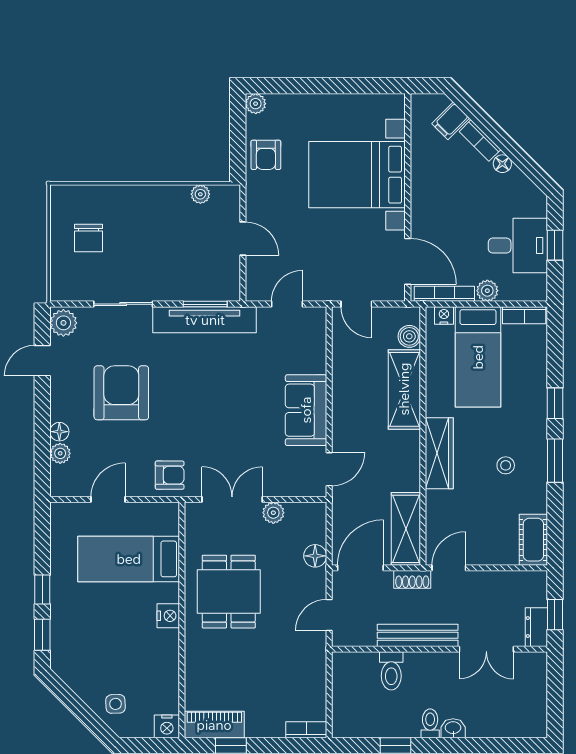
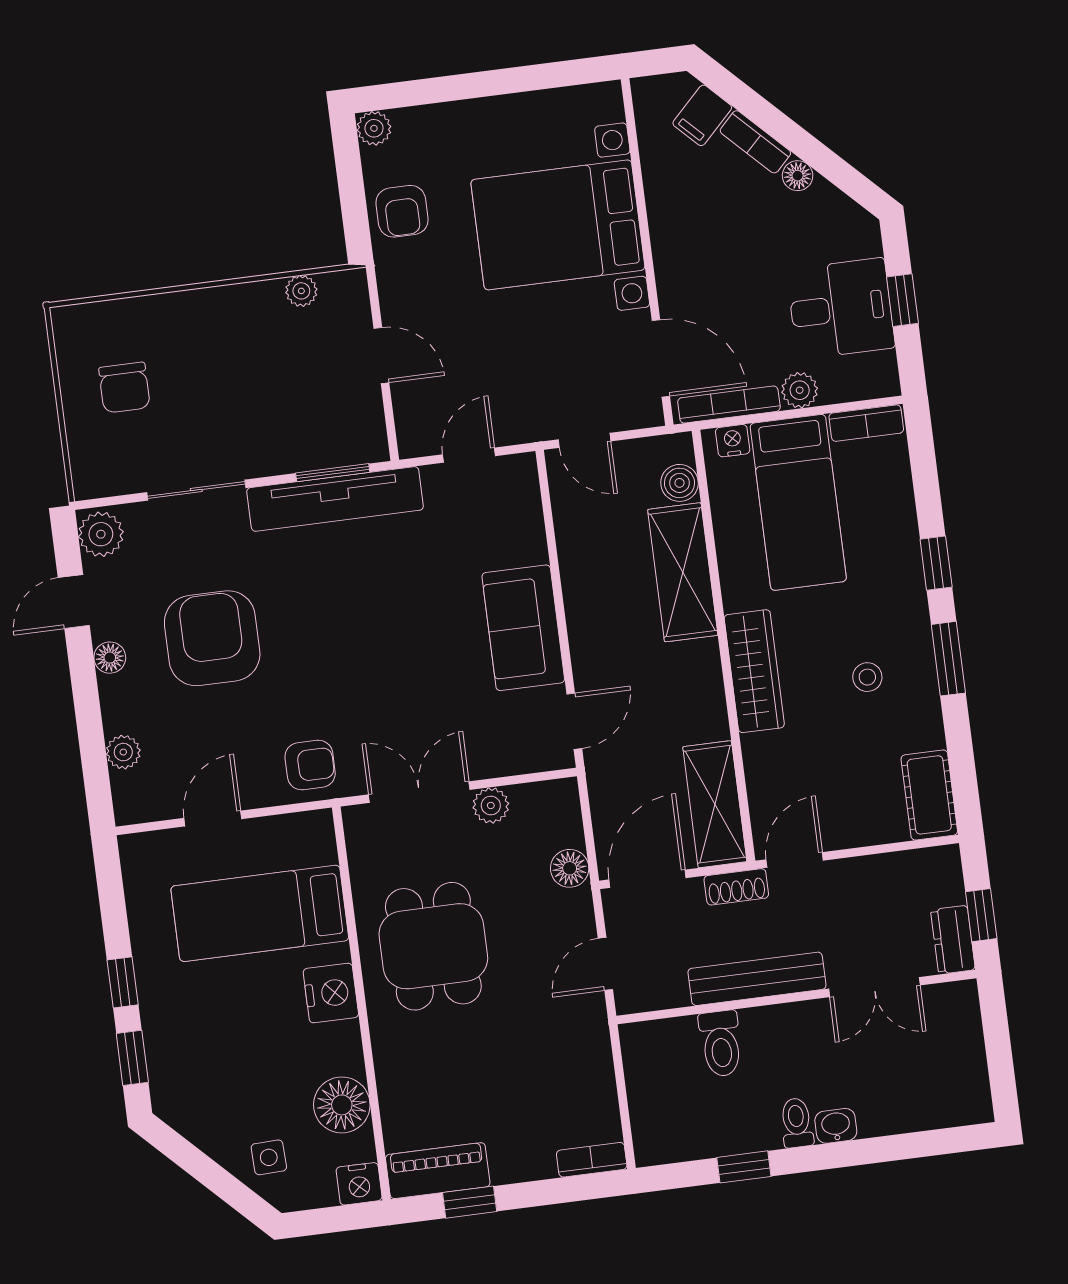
floor lamp: (59, 432) -> (110, 658), moved
nightstand: (168, 616) -> (331, 993), width x1.36, depth x1.33
floor lamp: (163, 678) -> (342, 1105), added

